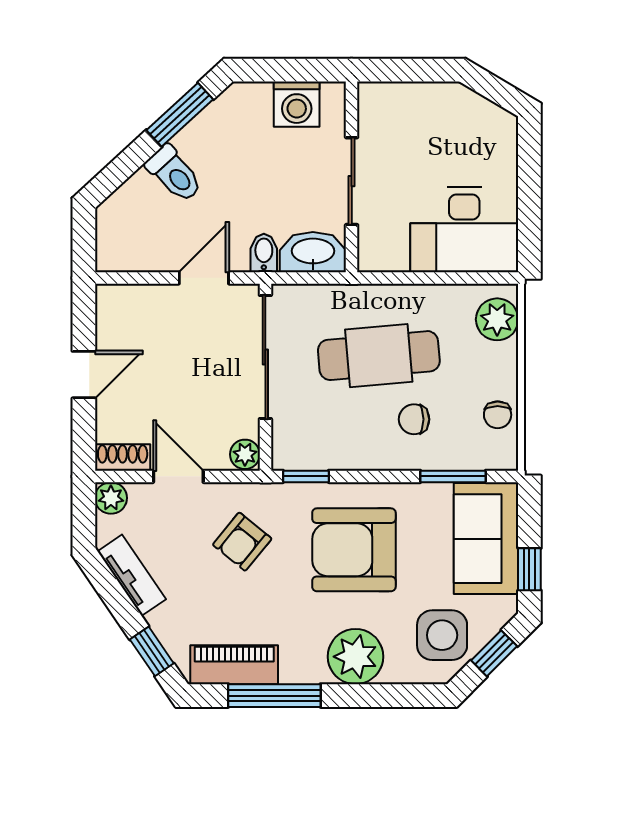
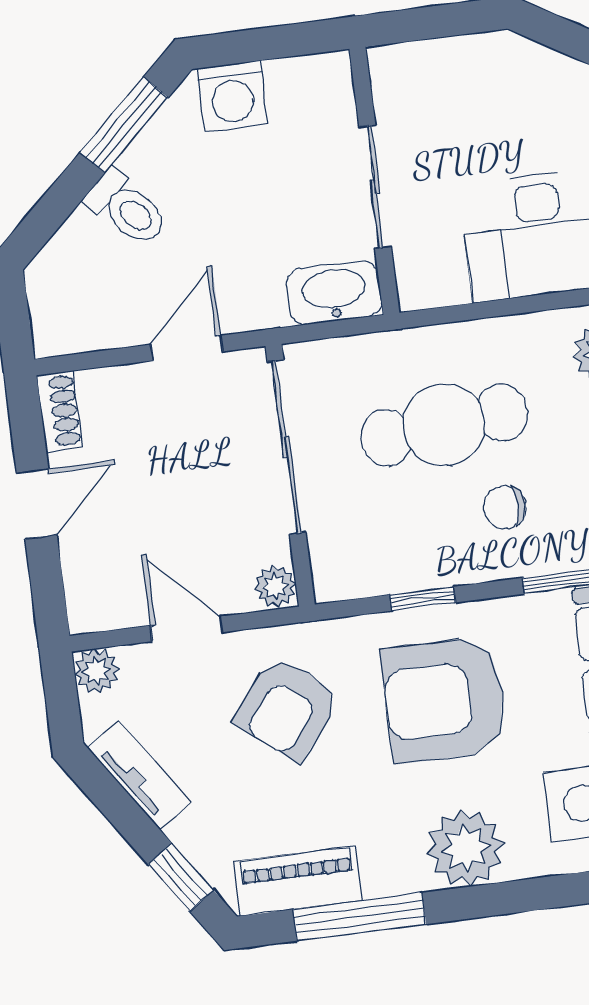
washing machine: (297, 104) -> (232, 96), moved
bidet: (264, 253) -> (266, 303), removed
shoe rack: (123, 457) -> (60, 411), moved, turned 90
window: (306, 476) -> (423, 599), moved
armchair: (242, 542) -> (287, 708), width x1.38, depth x1.38

